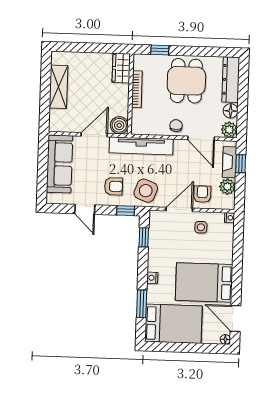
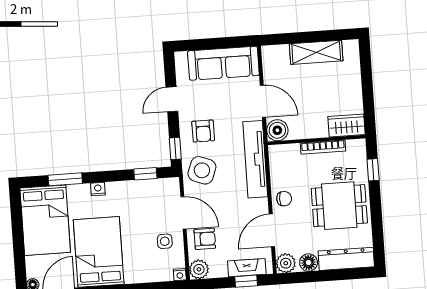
plant: (227, 187) -> (199, 269), moved

